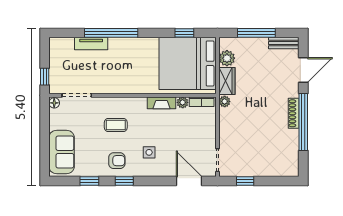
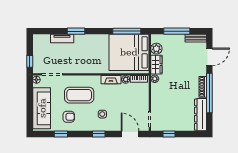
window: (111, 33) -> (76, 31), width x0.47
window: (184, 33) -> (127, 31), width x2.17
coffee table: (116, 125) -> (79, 95), width x1.86, depth x1.72
sofa: (62, 152) -> (42, 108), width x1.36
dresser: (290, 153) -> (200, 115), added
armchair: (117, 161) -> (69, 117), moved
window: (124, 181) -> (99, 134), moved

